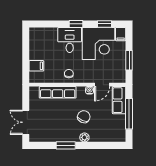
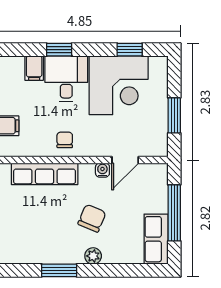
window: (76, 24) -> (59, 50), moved
filing cabinet: (121, 34) -> (34, 68), moved
row of seats: (119, 100) -> (156, 239), moved

